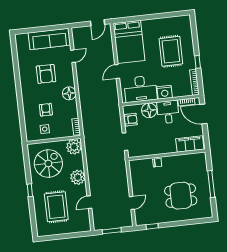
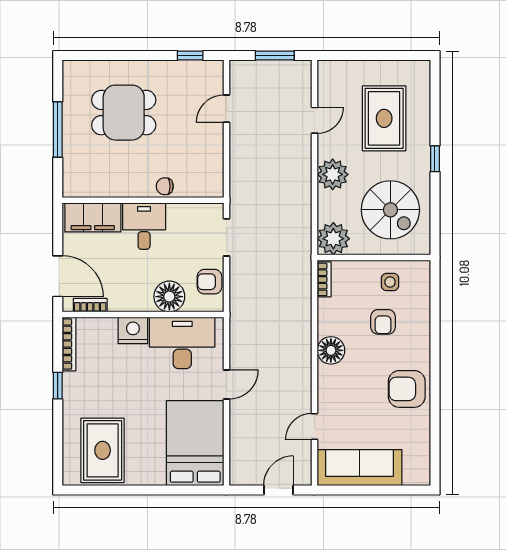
door: (98, 23) -> (278, 490), moved
rug: (171, 51) -> (103, 450), moved
armchair: (46, 74) -> (407, 389), moved, turned -90
desk: (168, 112) -> (144, 226), moved, turned 180
spiral stairs: (48, 163) -> (390, 210), turned -90

